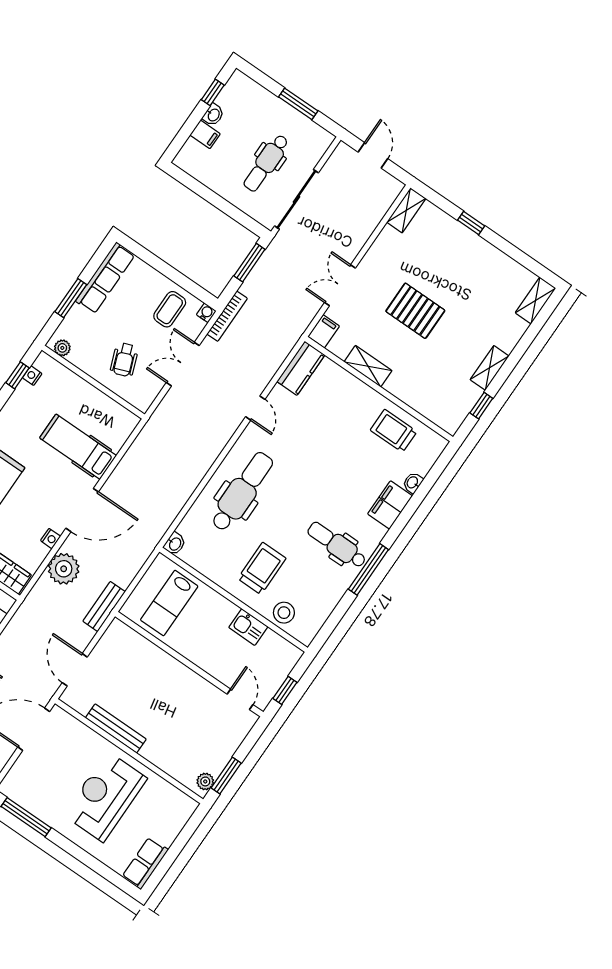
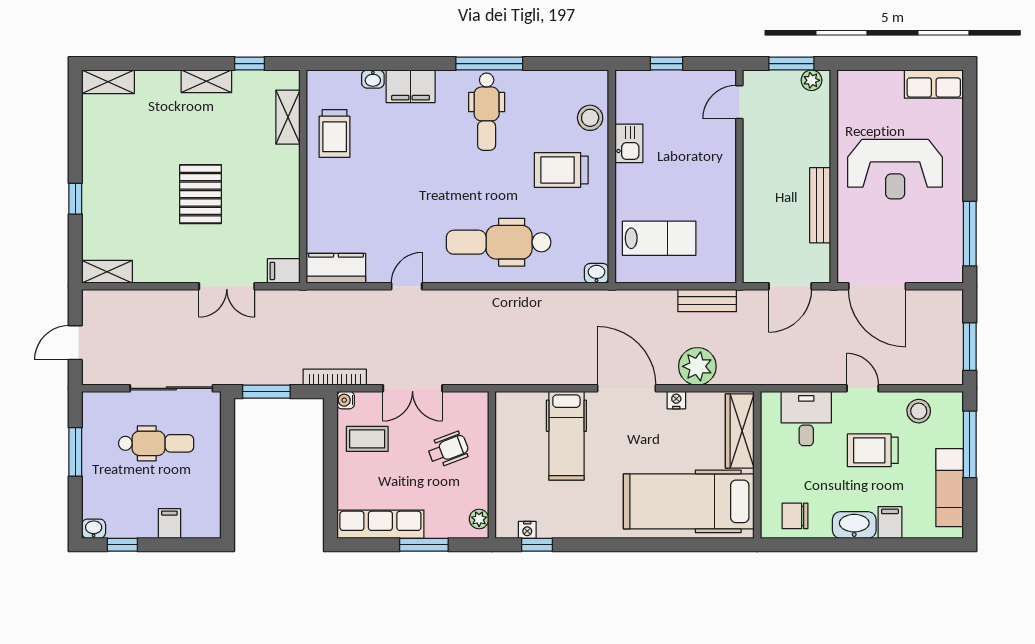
washbasin: (213, 115) -> (94, 529), moved
shelving: (368, 366) -> (288, 117), moved
wall: (189, 664) -> (739, 177), moved
door: (240, 699) -> (739, 102), moved

